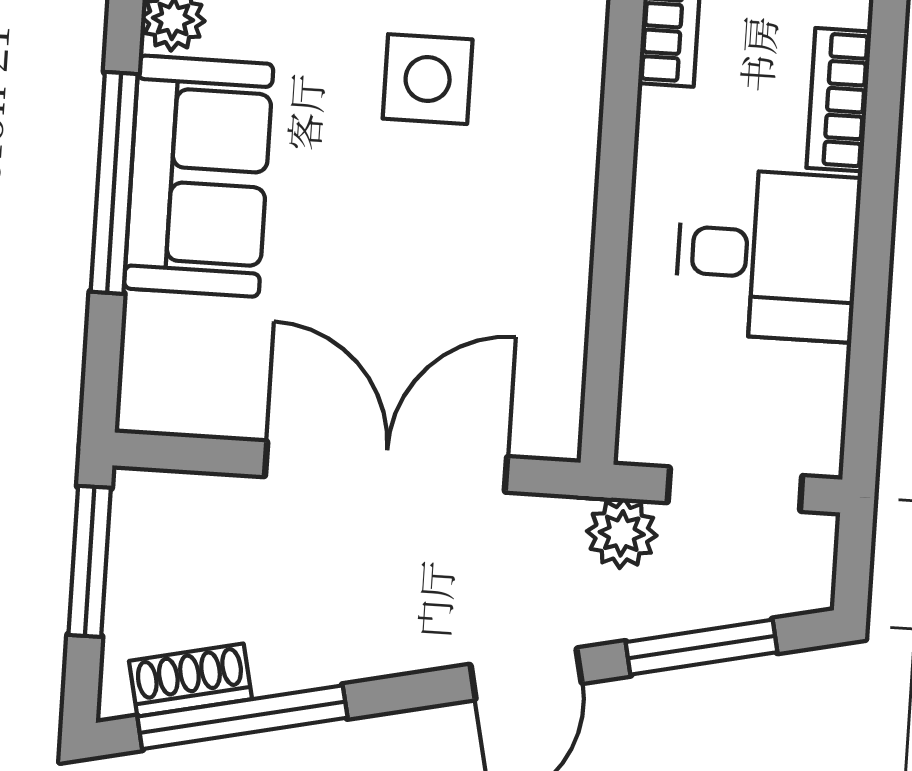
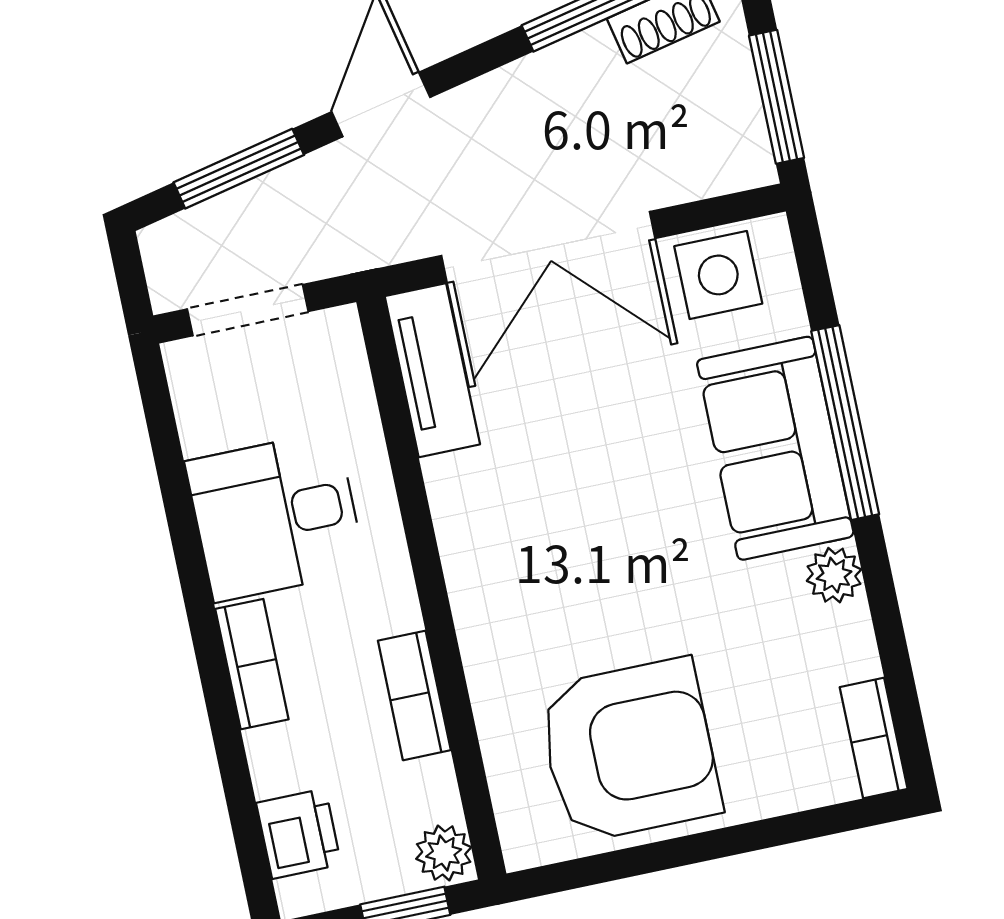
side table: (428, 79) -> (718, 275), moved
tv unit: (551, 367) -> (432, 370), added
plant: (622, 533) -> (333, 246), removed

